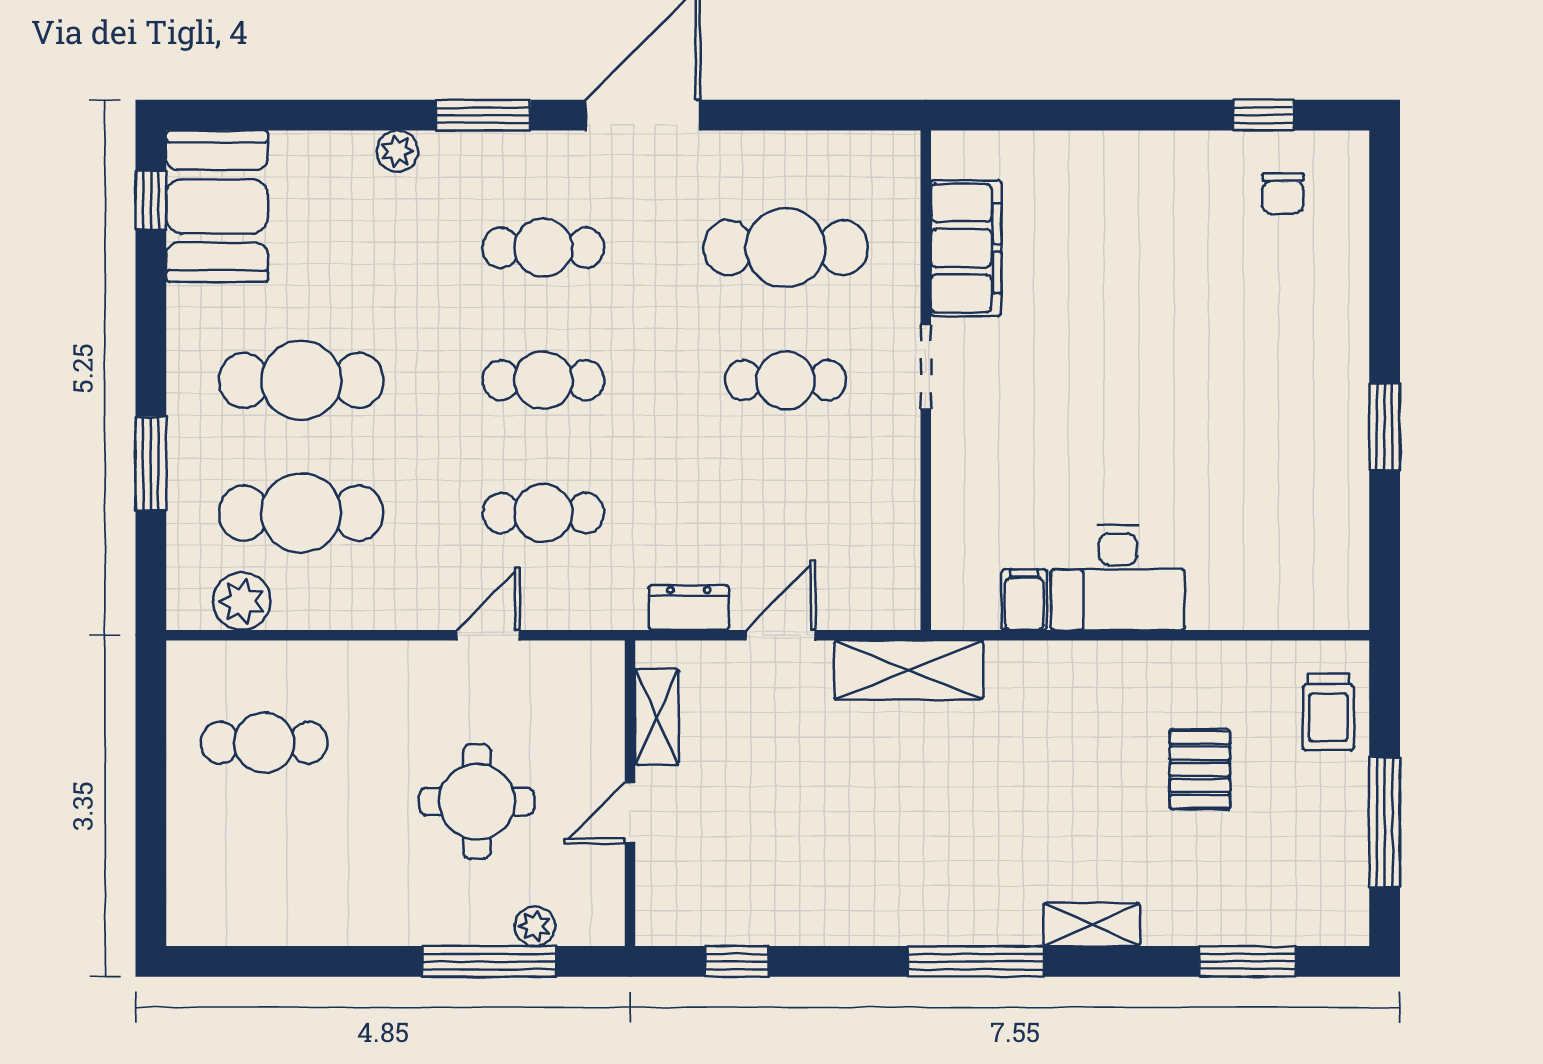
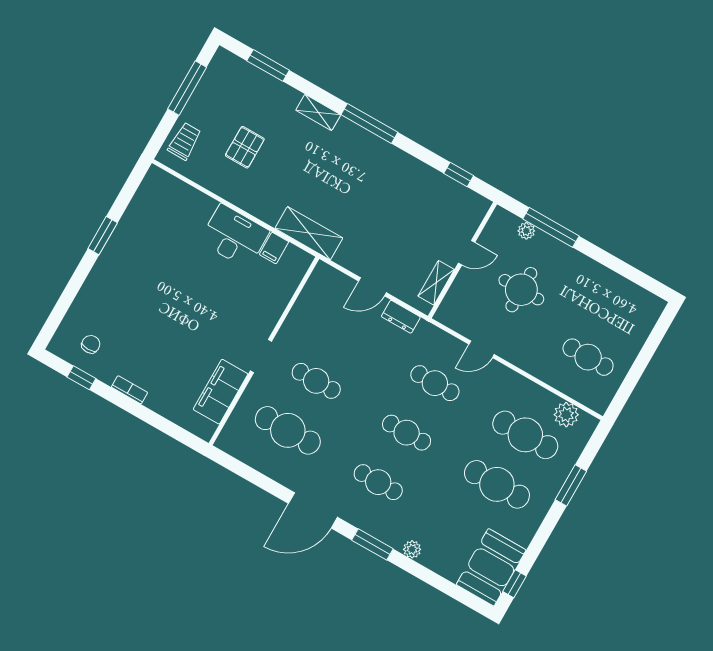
bookcase: (1152, 147) -> (129, 390), added
shelving: (909, 670) -> (309, 233), moved

